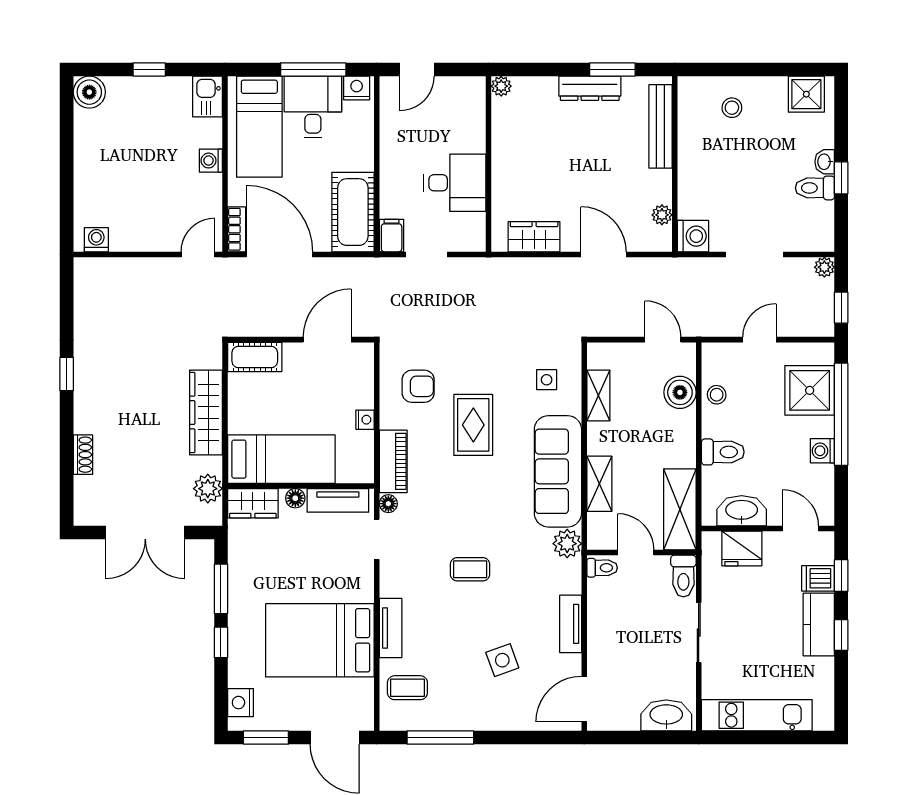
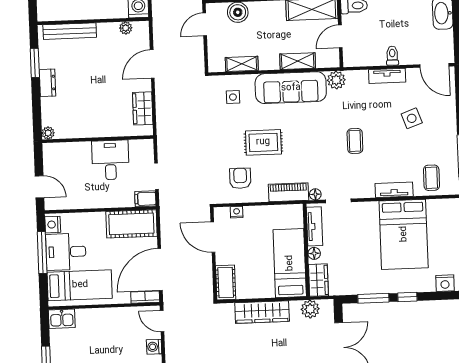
dresser: (590, 88) -> (47, 83), width x0.70
washing machine: (211, 161) -> (154, 347), moved, turned 90
nightstand: (365, 420) -> (237, 212), moved
toilet: (602, 568) -> (392, 56), moved

